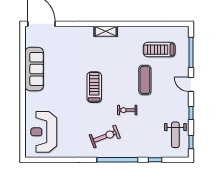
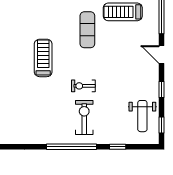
exercise mat: (145, 80) -> (87, 30), moved
exercise bike: (105, 136) -> (84, 117), moved, turned -69

